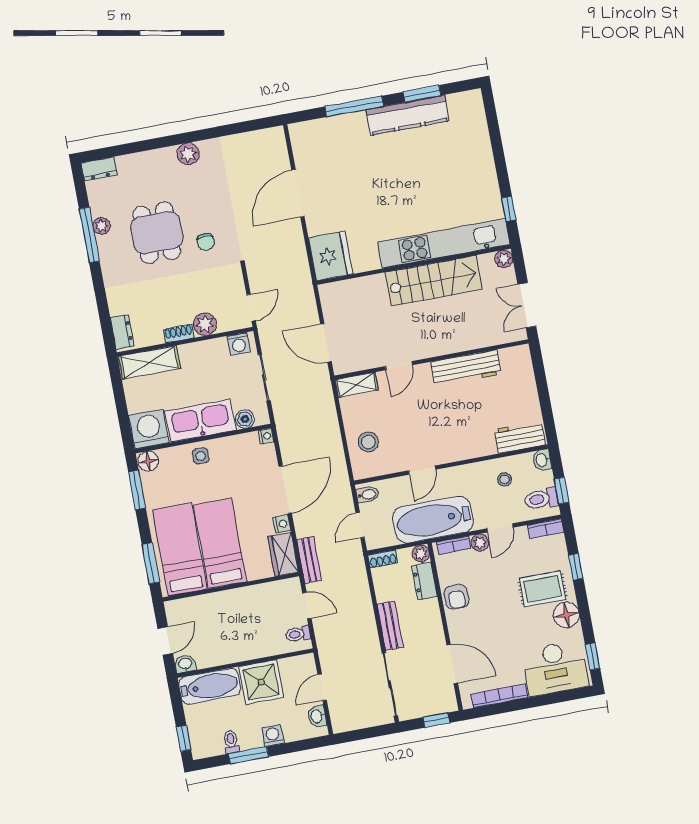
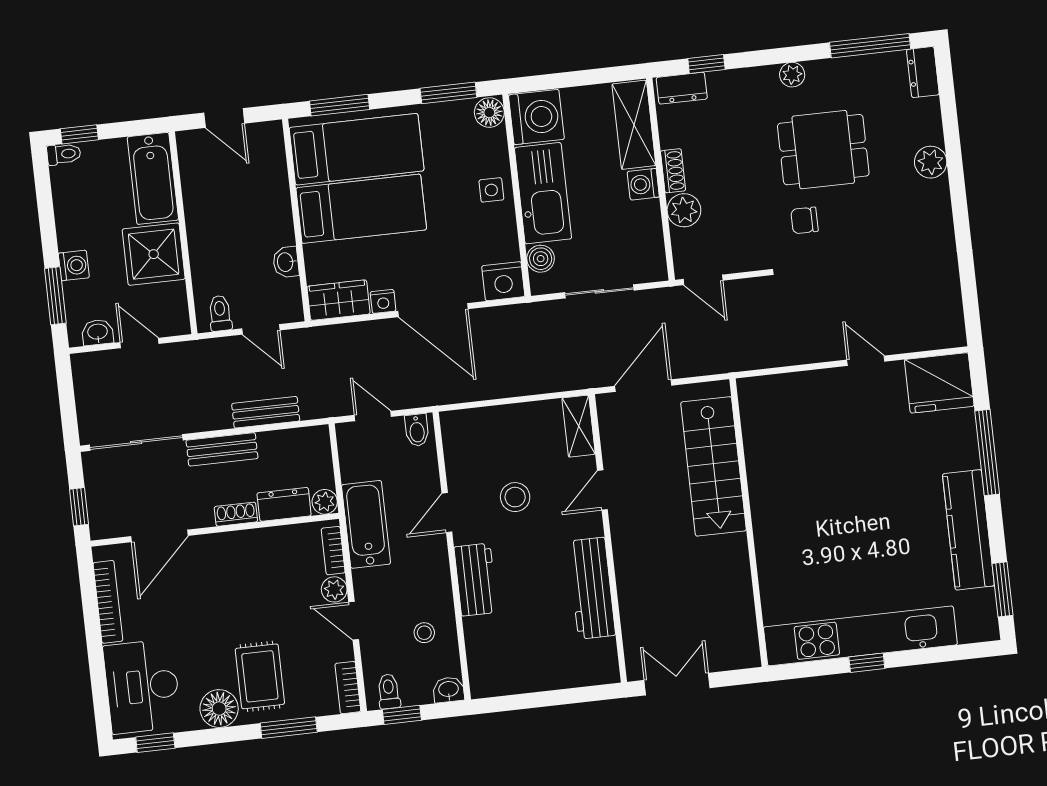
window: (422, 94) -> (1002, 589), moved
plant: (188, 154) -> (931, 162), moved
door: (298, 193) -> (866, 361), width x0.53
window: (509, 209) -> (867, 663), moved
plant: (102, 226) -> (792, 75), moved
window: (89, 235) -> (870, 46), moved
kitchen unit: (444, 243) -> (860, 636), moved, turned -90
fridge: (331, 256) -> (939, 383), moved
plant: (504, 259) -> (747, 655), removed
stairs: (434, 281) -> (714, 466), moved
window: (105, 316) -> (706, 64), added
washing machine: (239, 344) -> (643, 184), moved
door: (399, 366) -> (602, 490), hinge flipped
nightstand: (266, 436) -> (503, 281), width x1.89, depth x1.79
workbench: (520, 437) -> (476, 580), moved
stool: (368, 442) -> (515, 497), moved
door: (422, 470) -> (447, 513), hinge flipped
toilet: (541, 499) -> (389, 691), width x0.73, depth x0.72
bathtub: (433, 520) -> (366, 524), width x0.73, depth x0.73
shoe rack: (383, 559) -> (236, 514), moved, turned 90
bench: (309, 560) -> (266, 412), moved
window: (576, 567) -> (289, 728), width x1.50
armchair: (457, 597) -> (257, 550), removed
door: (307, 605) -> (261, 329), hinge flipped
washbasin: (185, 664) -> (286, 262), moved, turned 180
toilet: (231, 742) -> (64, 154), moved
window: (249, 755) -> (55, 296), moved

